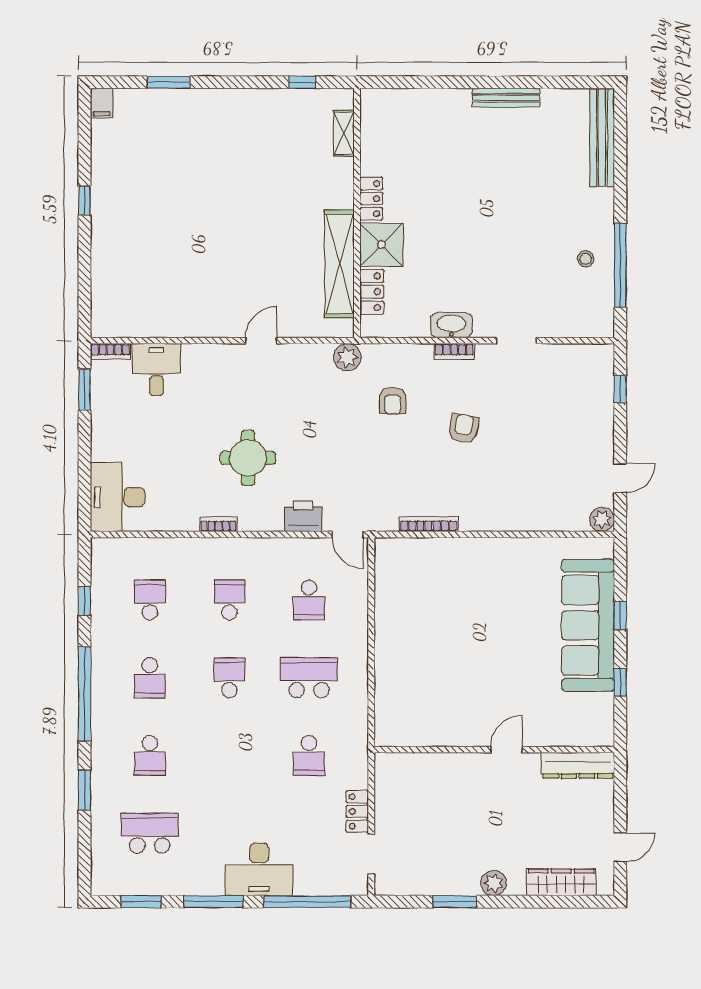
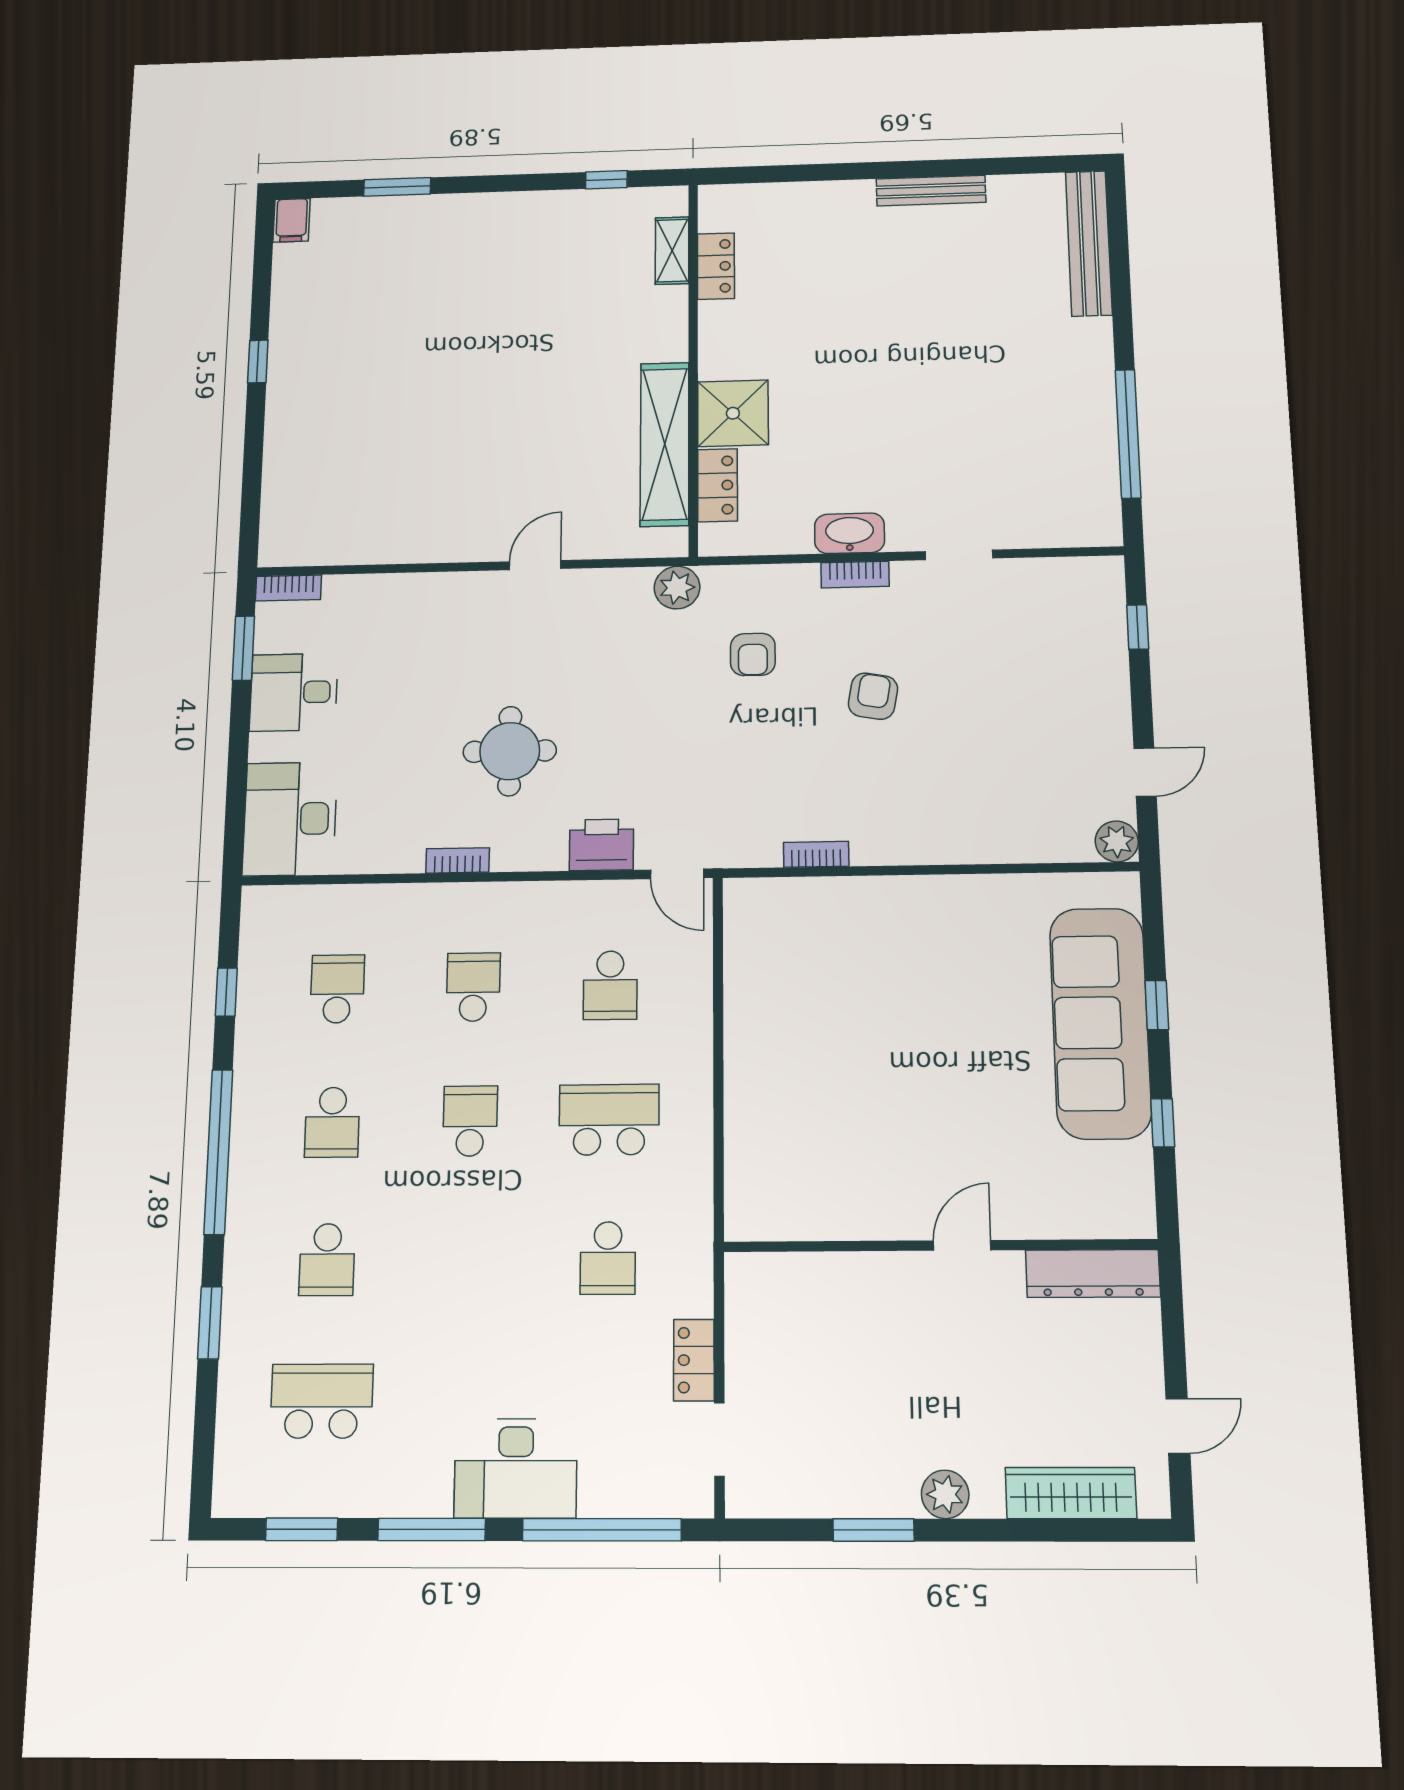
locker: (371, 199) -> (716, 266), moved
stool: (586, 259) -> (1070, 425), removed
desk: (157, 370) -> (294, 692), moved, turned -90
bookcase: (429, 524) -> (816, 854), width x0.64

